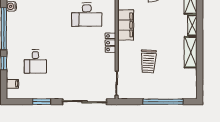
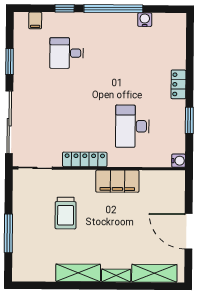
locker: (110, 43) -> (85, 159), width x1.53
trolley: (148, 61) -> (66, 213), turned -93
window: (163, 102) -> (8, 233), width x0.68

